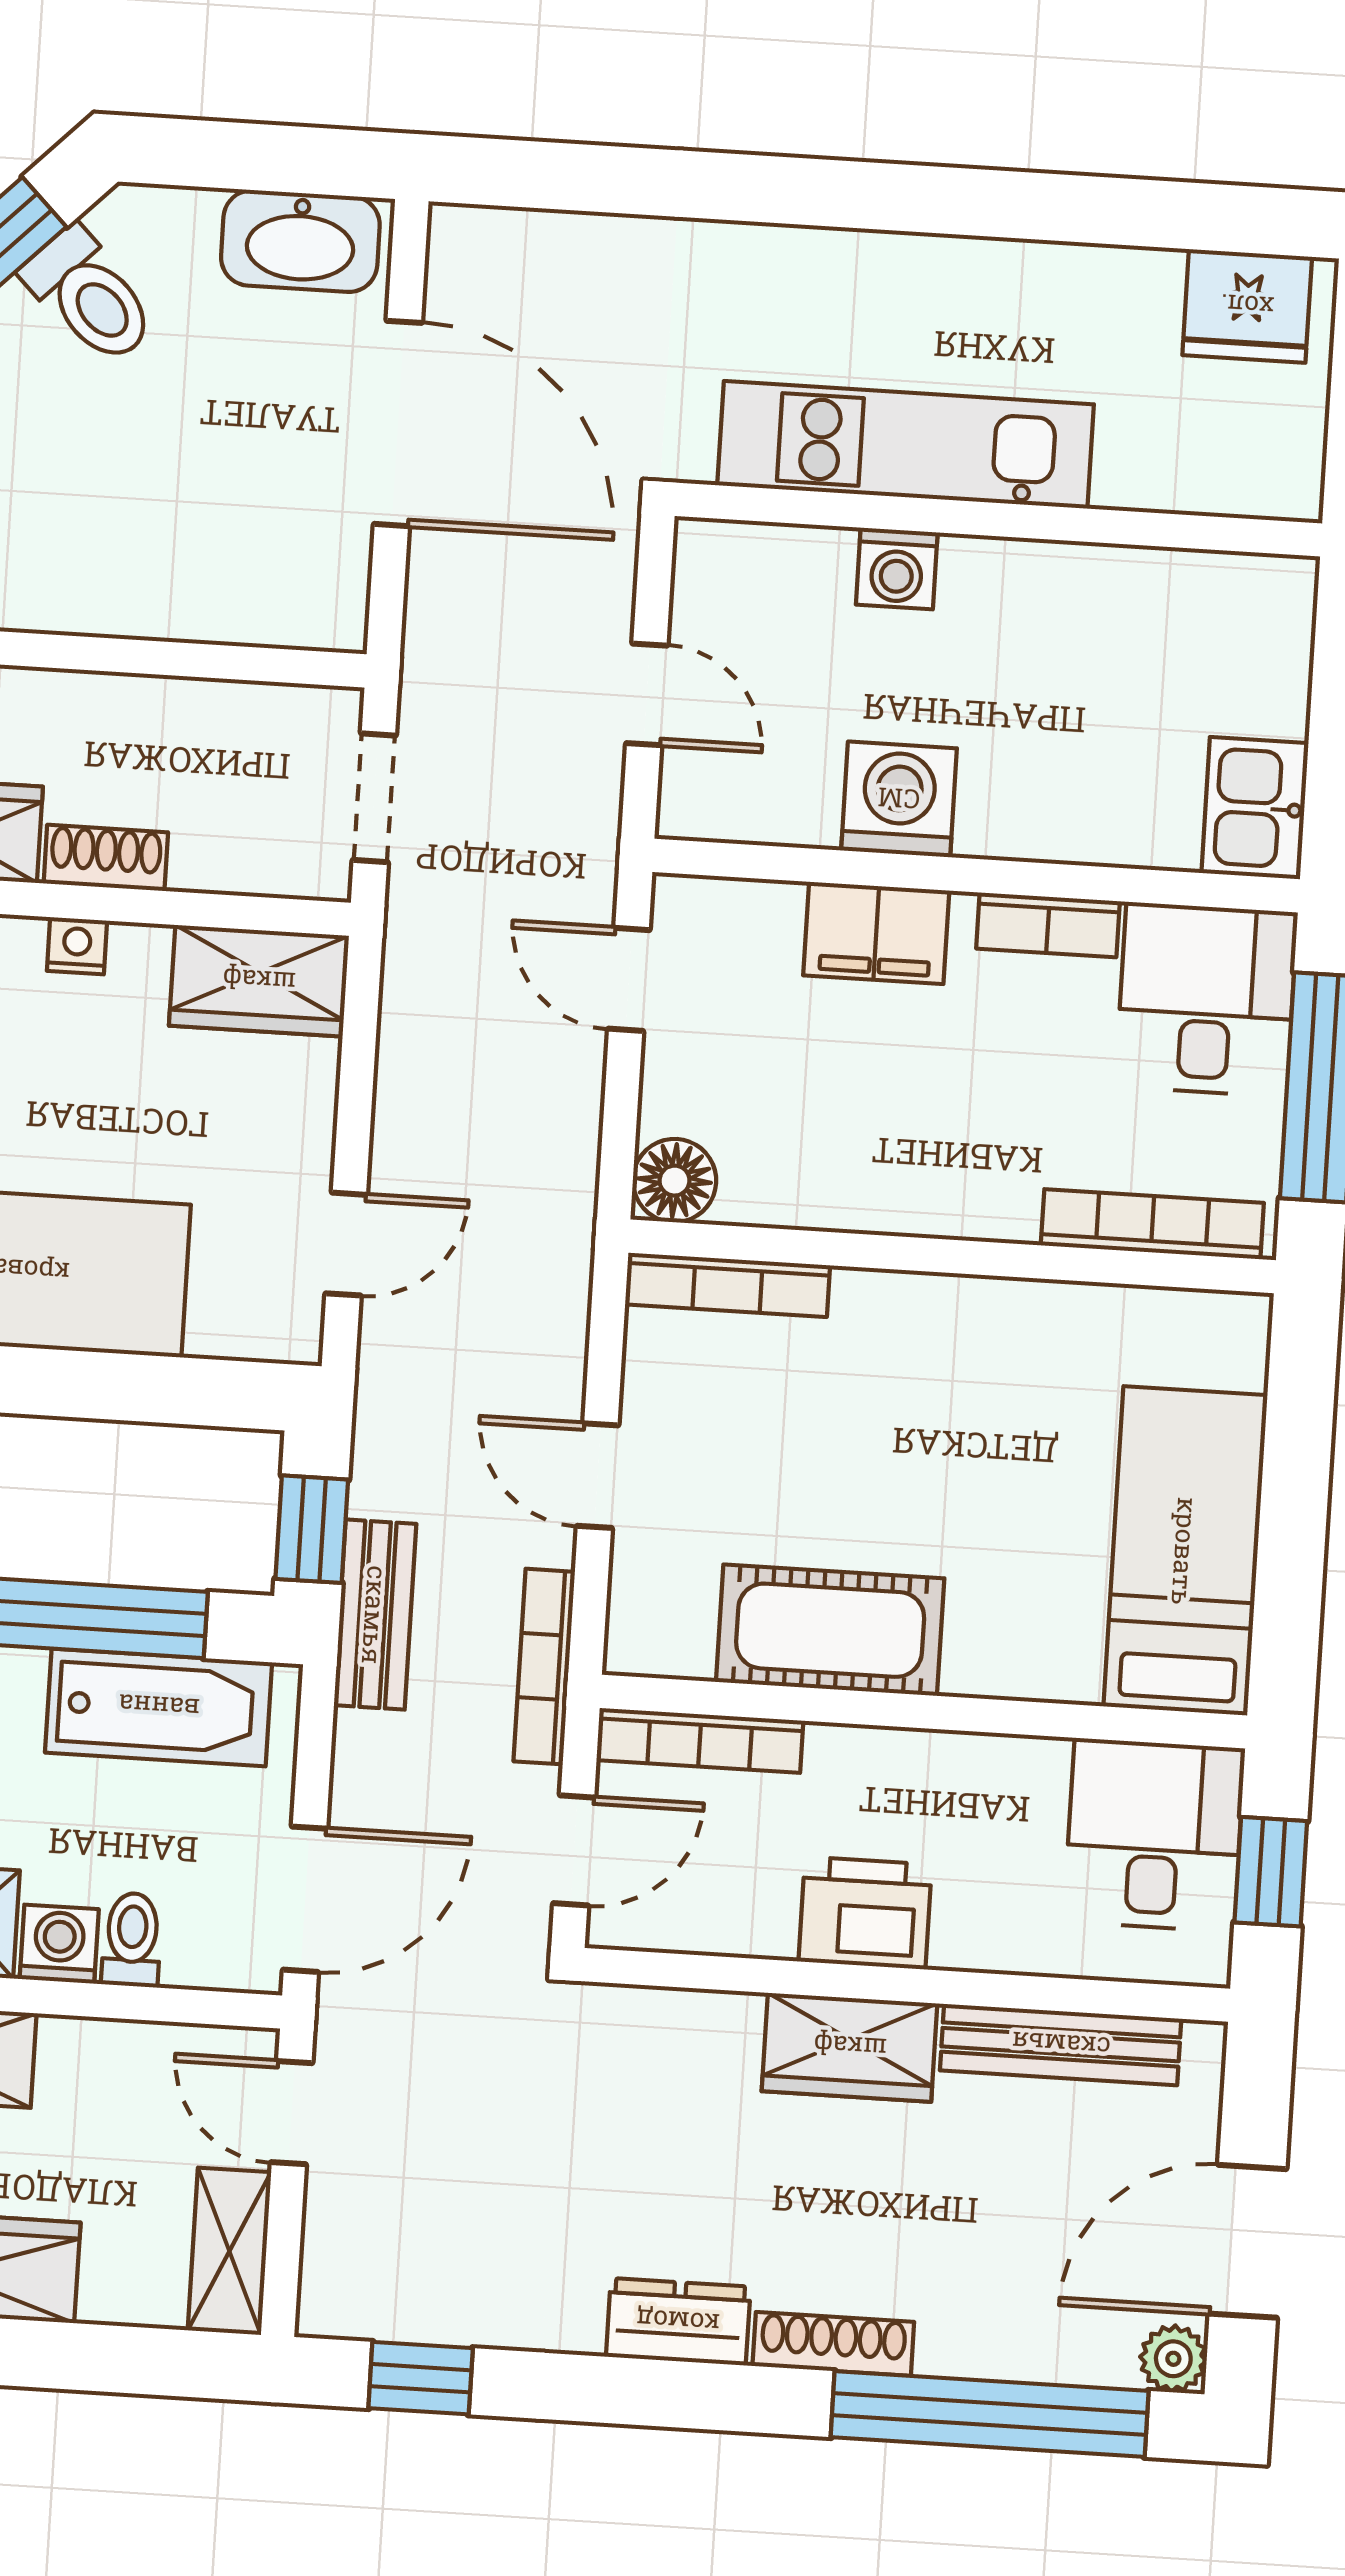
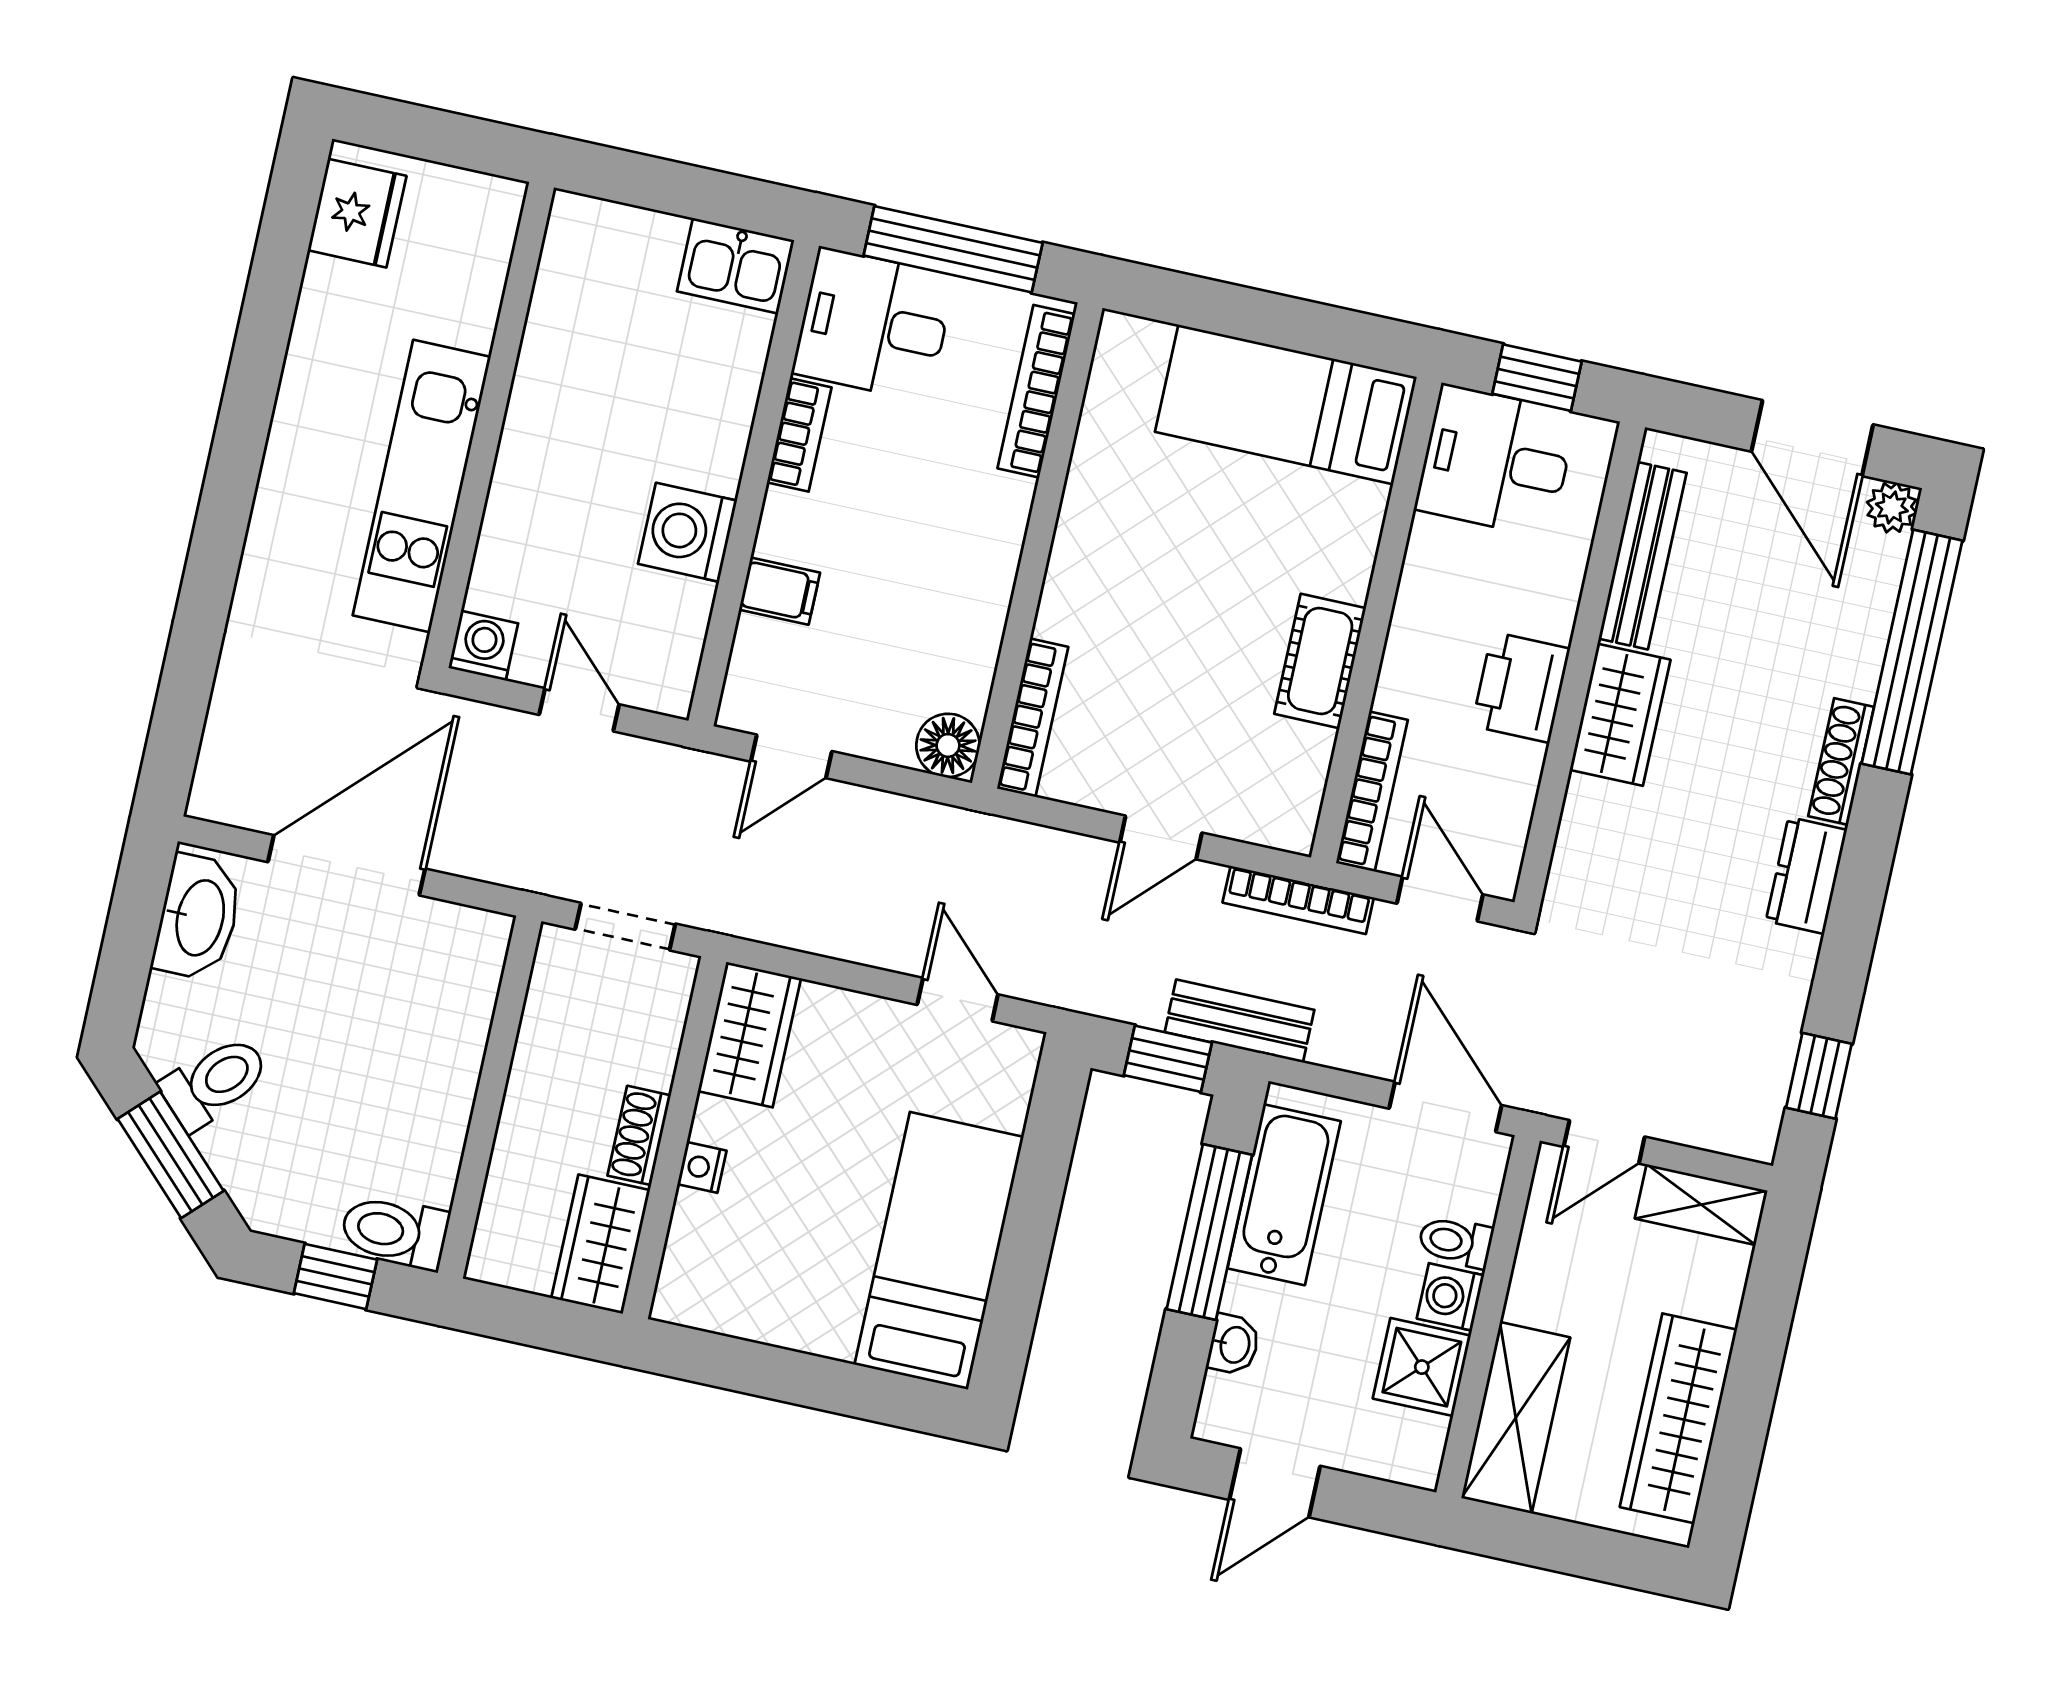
washing machine: (897, 569) -> (483, 646), moved, turned -90
door: (647, 694) -> (579, 710), hinge flipped
filing cabinet: (876, 933) -> (780, 591), width x0.50
cot: (830, 1630) -> (1320, 661), width x0.73, depth x0.75

